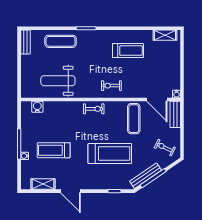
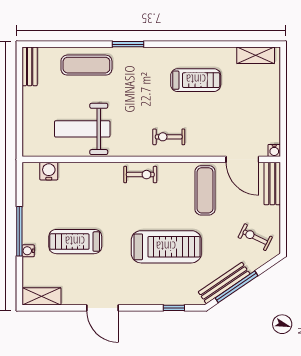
shelving: (43, 184) -> (41, 296), moved

